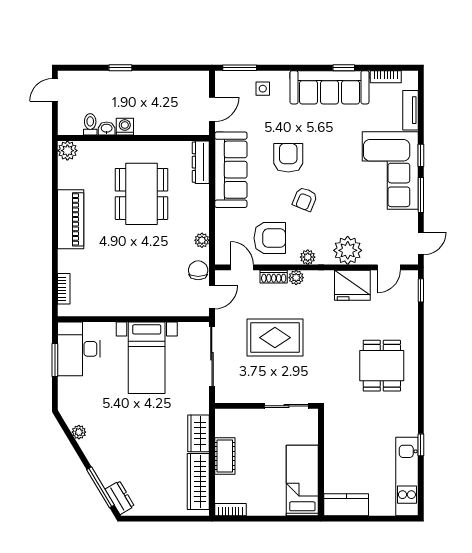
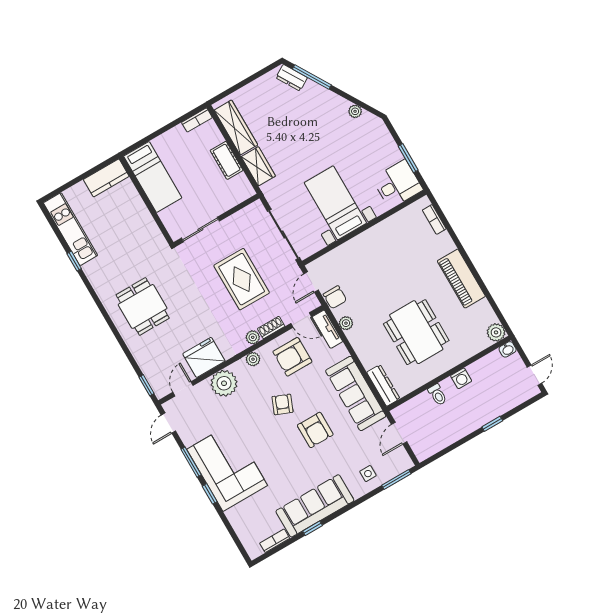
tv unit: (410, 110) -> (327, 329), moved, turned 180
toilet: (90, 124) -> (437, 395), moved
washbasin: (107, 129) -> (508, 349), moved
rug: (275, 338) -> (242, 279), turned 90
desk: (79, 349) -> (397, 184), width x0.73

